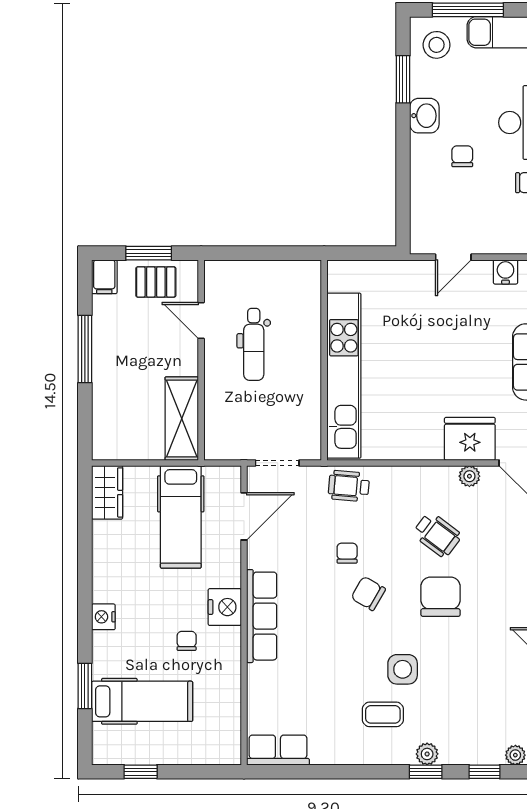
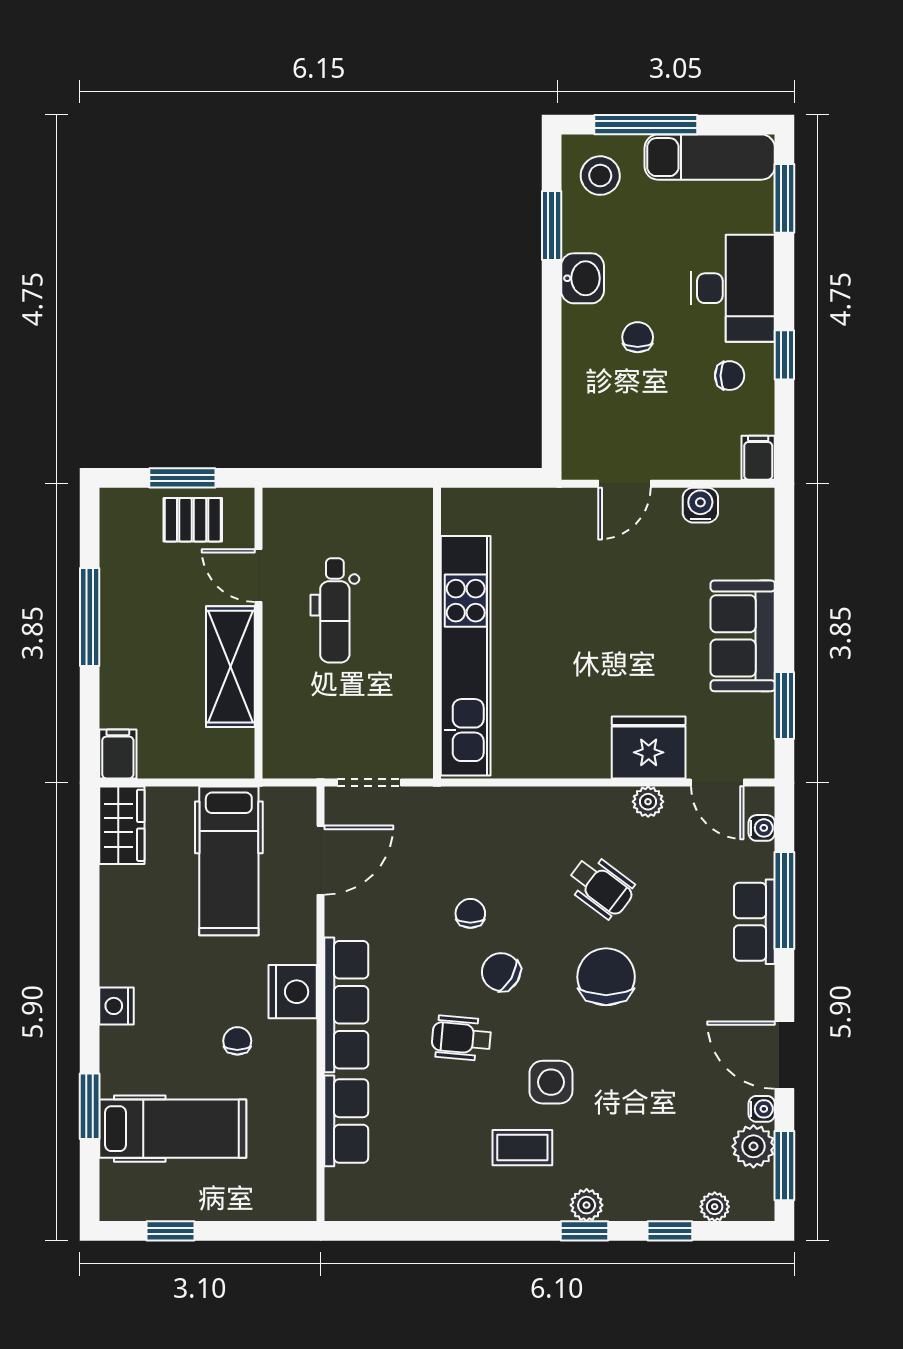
filing cabinet: (104, 277) -> (118, 754), moved, turned 180
shelving: (182, 419) -> (230, 667), moved
wheelchair: (349, 486) -> (461, 1038), moved
row of seats: (278, 750) -> (346, 1121), moved, turned 90

